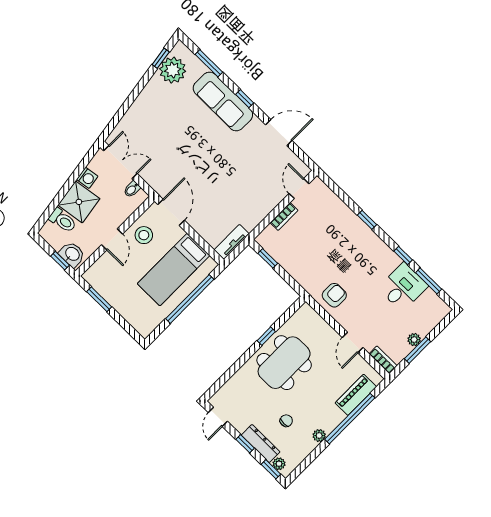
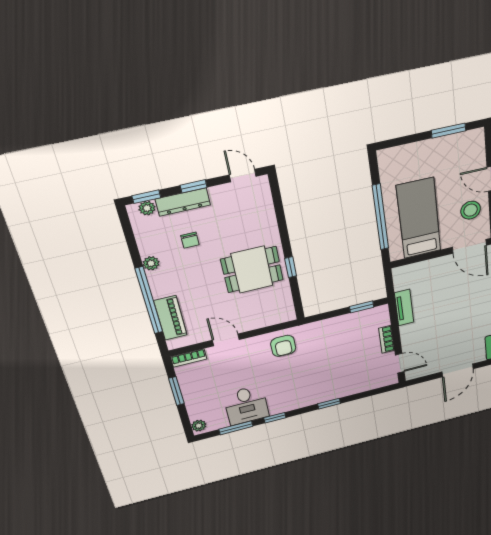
tv unit: (232, 242) -> (404, 308), moved
plant: (414, 340) -> (199, 426), moved
dining table: (284, 363) -> (252, 270), width x0.73

